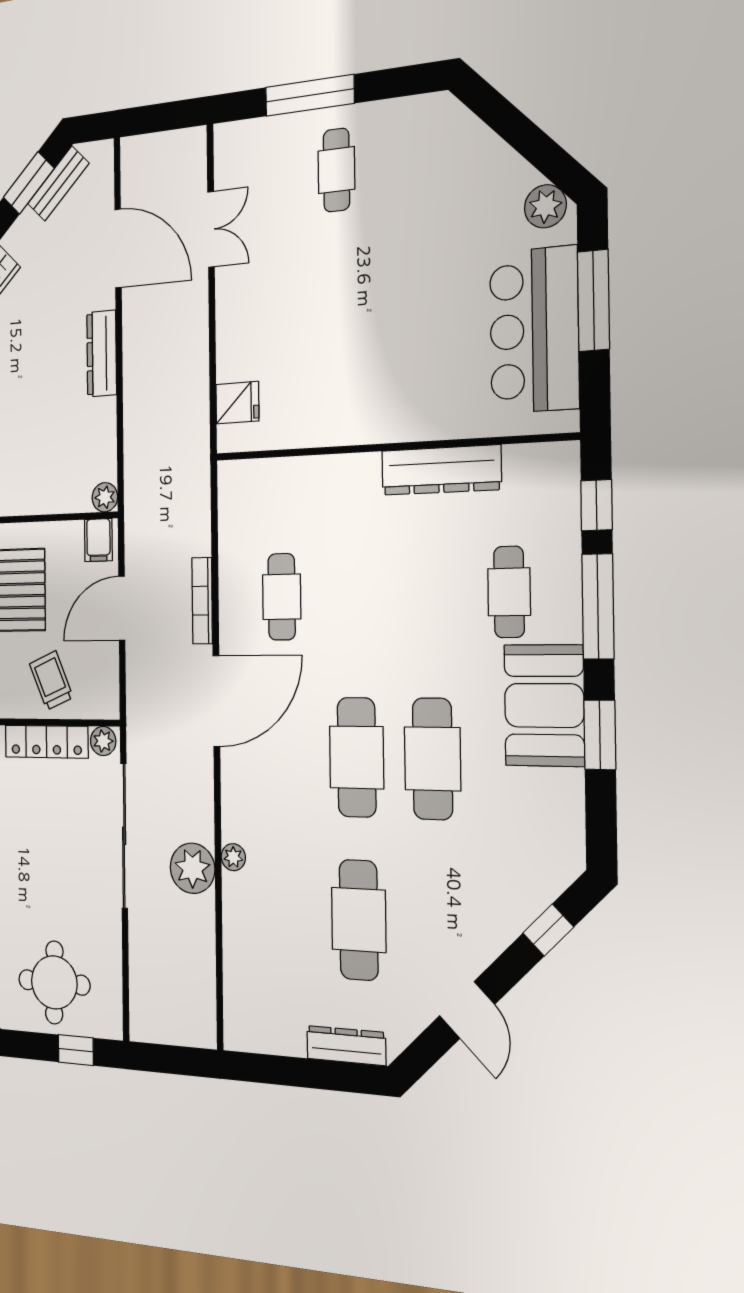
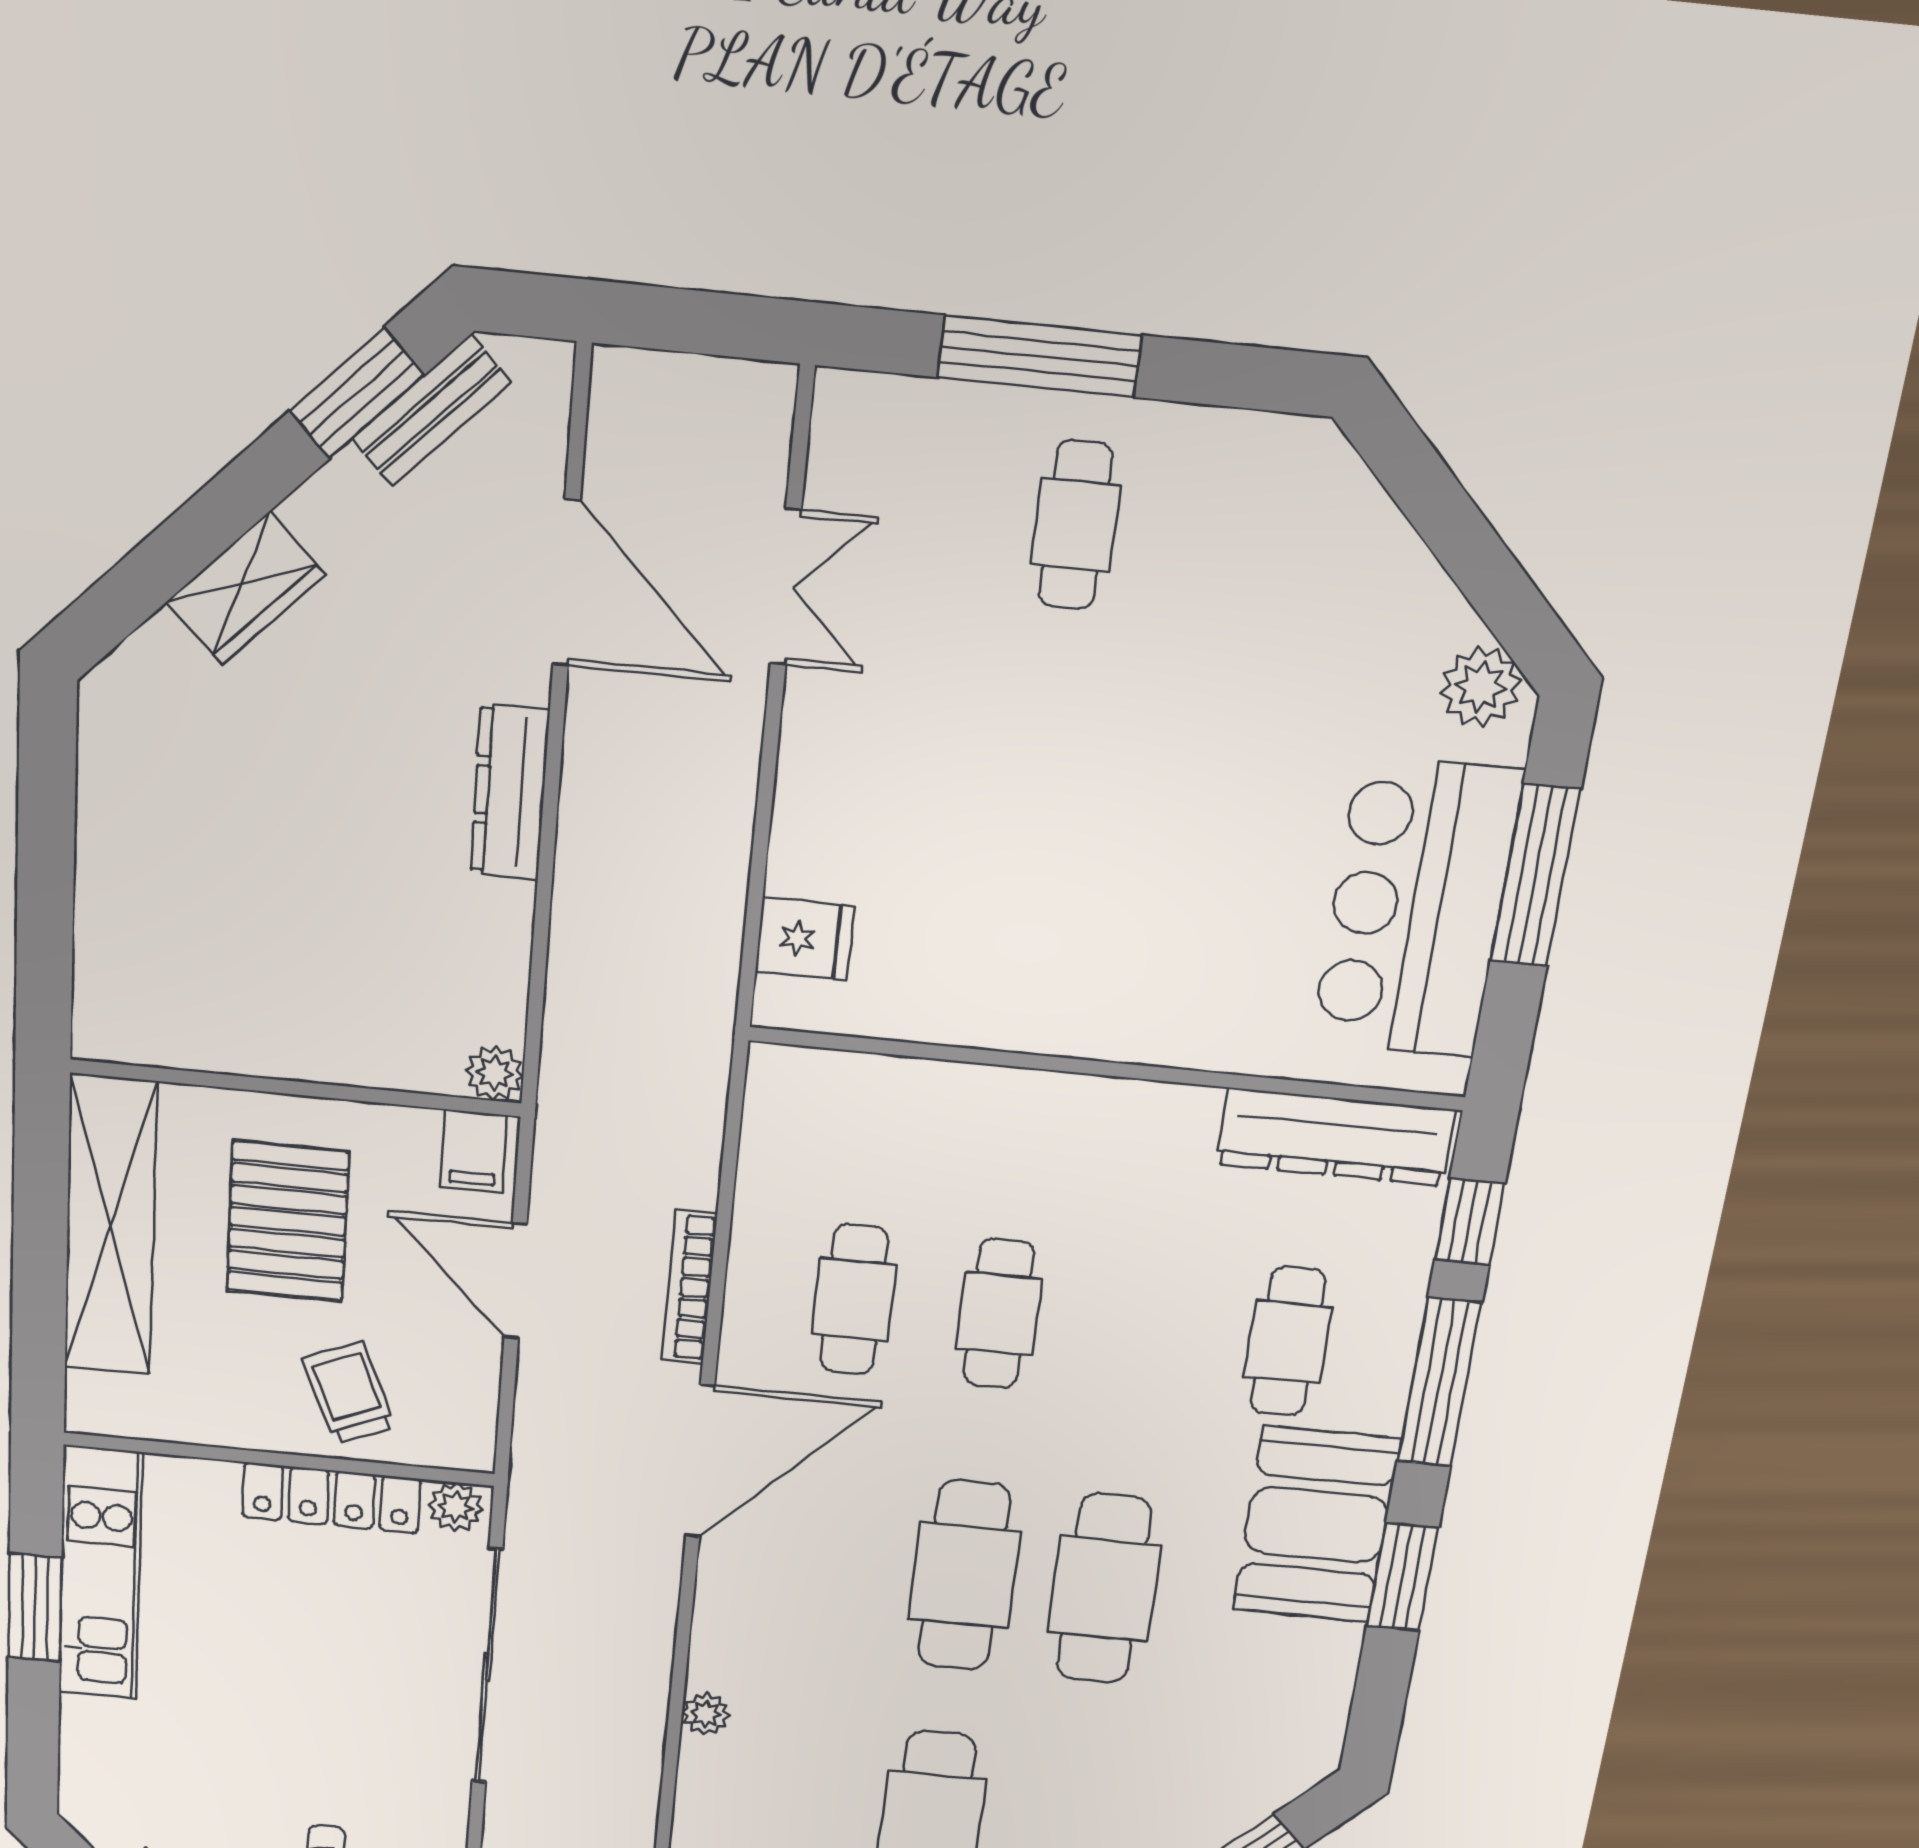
dresser: (441, 470) -> (1335, 1137), moved
cafe table: (355, 595) -> (999, 1314), added
door: (122, 608) -> (515, 1281), hinge flipped
plant: (192, 868) -> (623, 1726), removed

